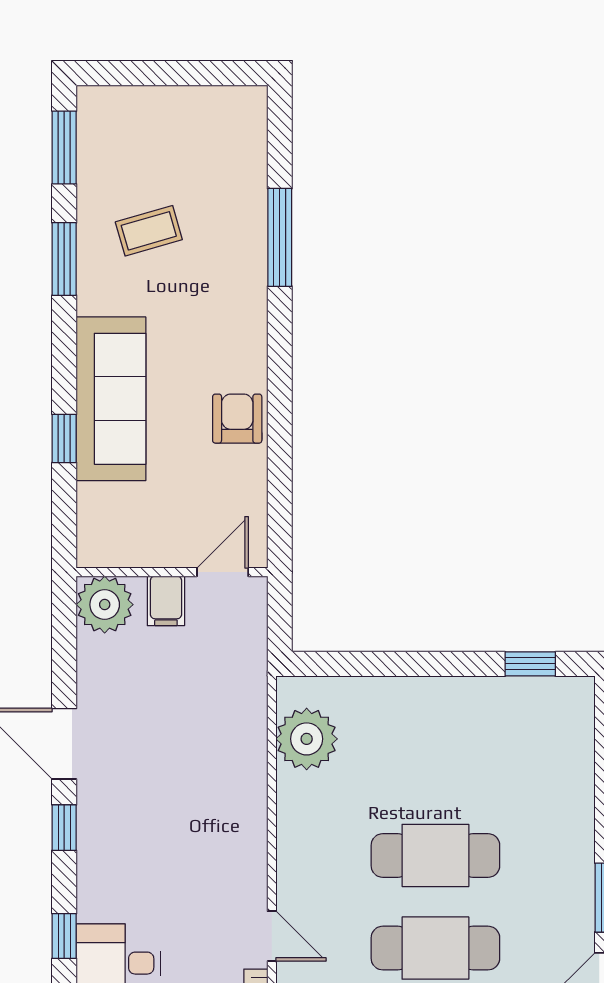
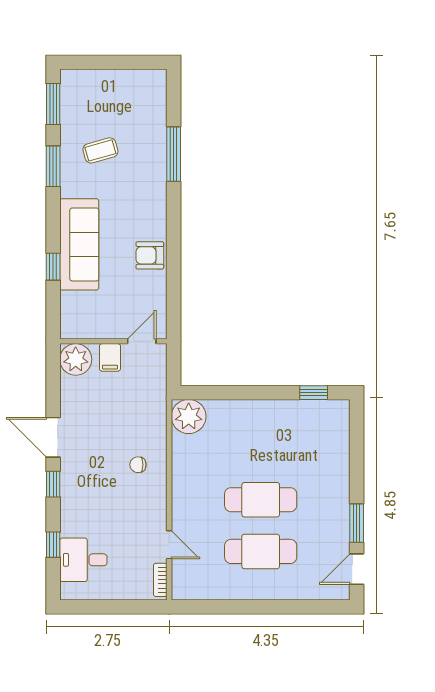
armchair: (237, 419) -> (150, 255), turned -90
plant: (307, 739) -> (189, 417), moved
chair: (216, 793) -> (138, 465), added

